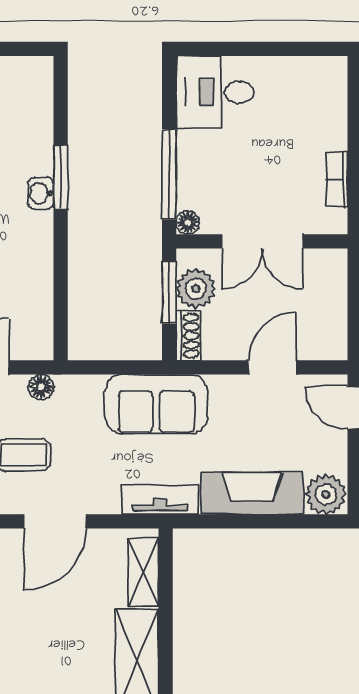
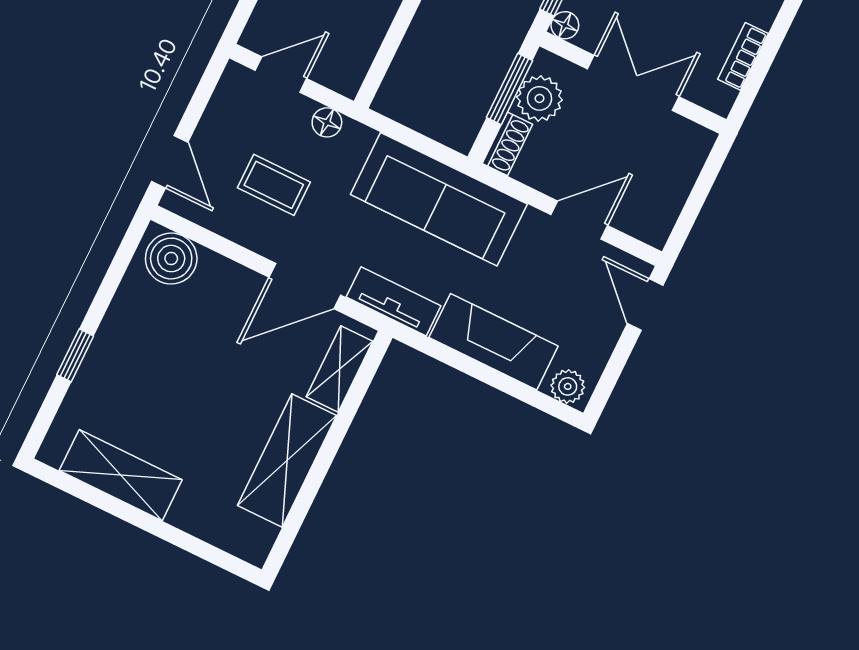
double door: (262, 241) -> (633, 83), swing flipped
sofa: (156, 404) -> (439, 199), width x1.36
plant: (326, 494) -> (568, 386), width x0.73, depth x0.73
door: (55, 521) -> (305, 286), moved

